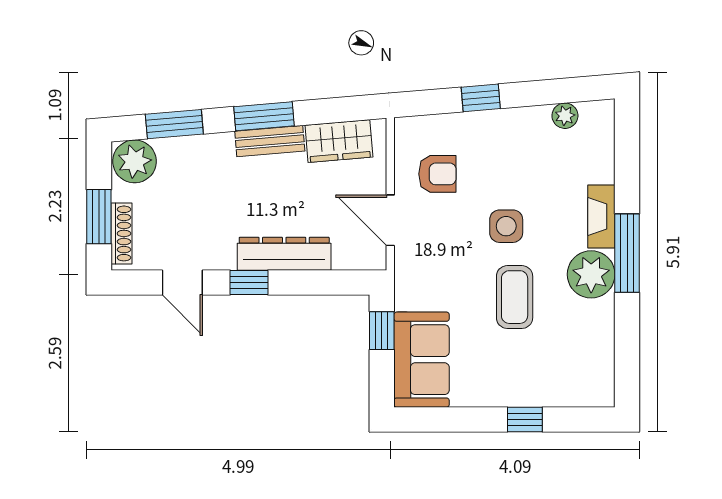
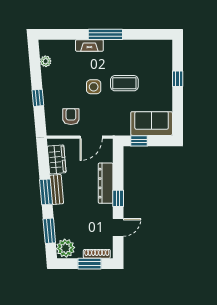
plant: (591, 274) -> (115, 50), removed

